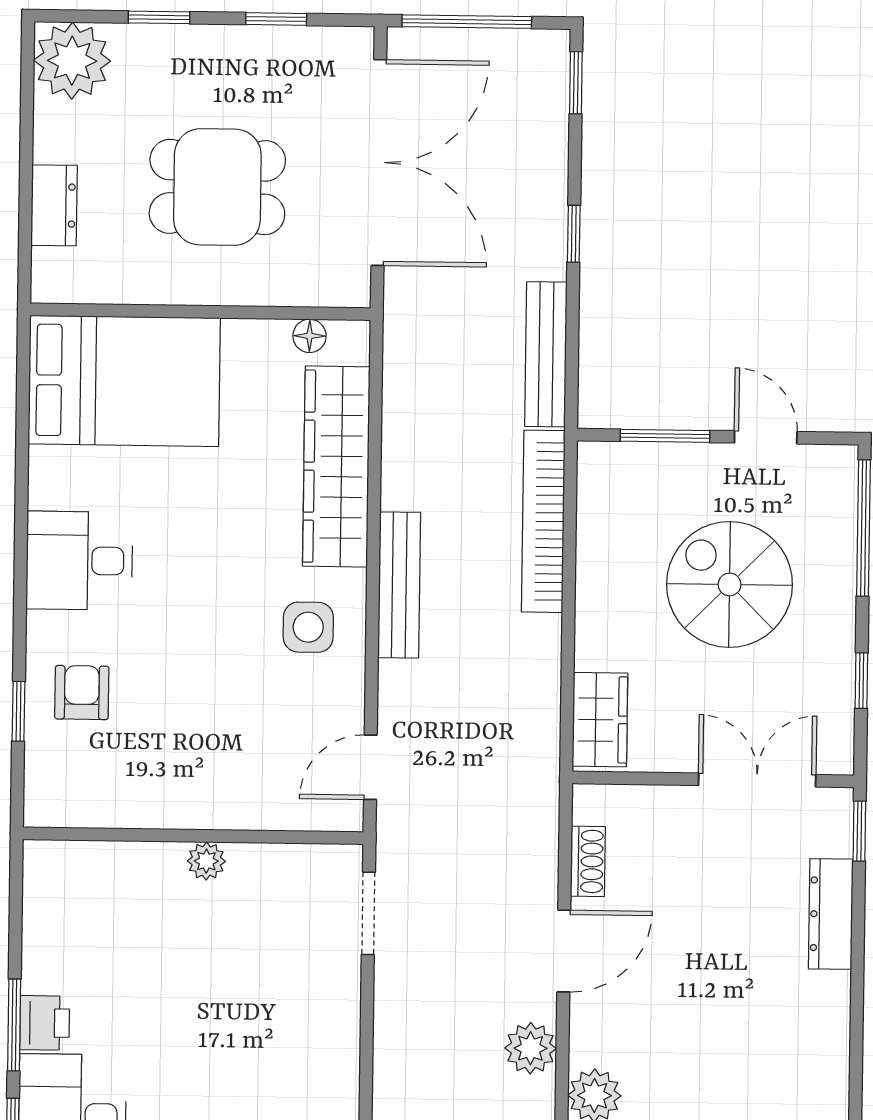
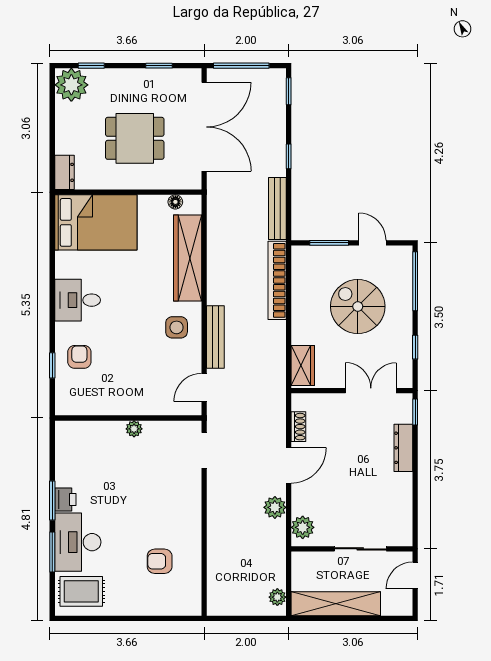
window: (159, 17) -> (91, 66), moved
dresser: (54, 205) -> (64, 172), moved
bench: (399, 585) -> (215, 337), moved

